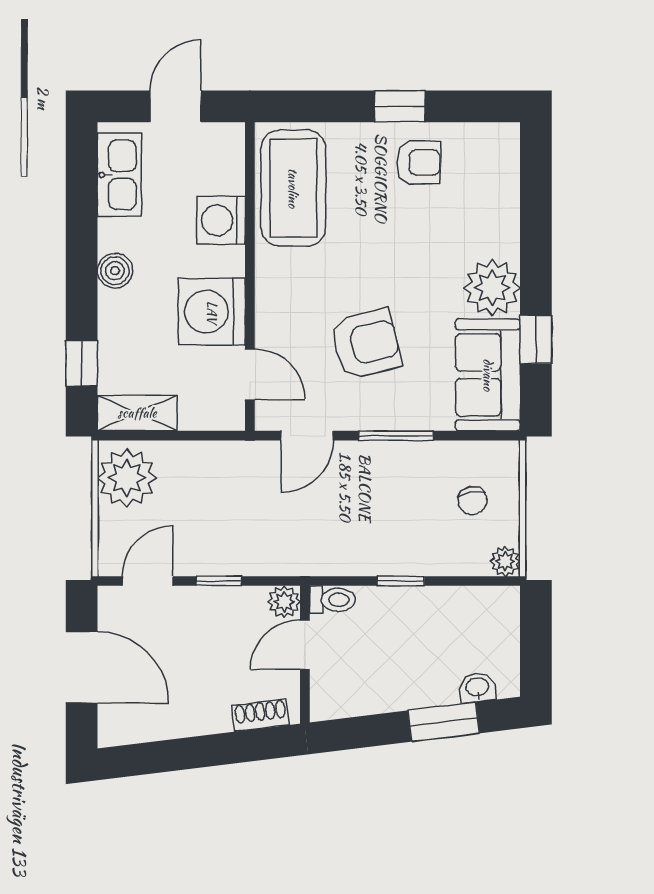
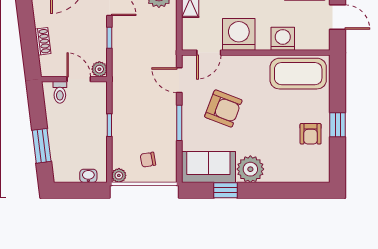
armchair: (366, 344) -> (223, 109), turned -55
toilet: (332, 600) -> (60, 92), moved
washbasin: (477, 688) -> (88, 176), moved, turned -83
shoe rack: (261, 715) -> (43, 41), moved

